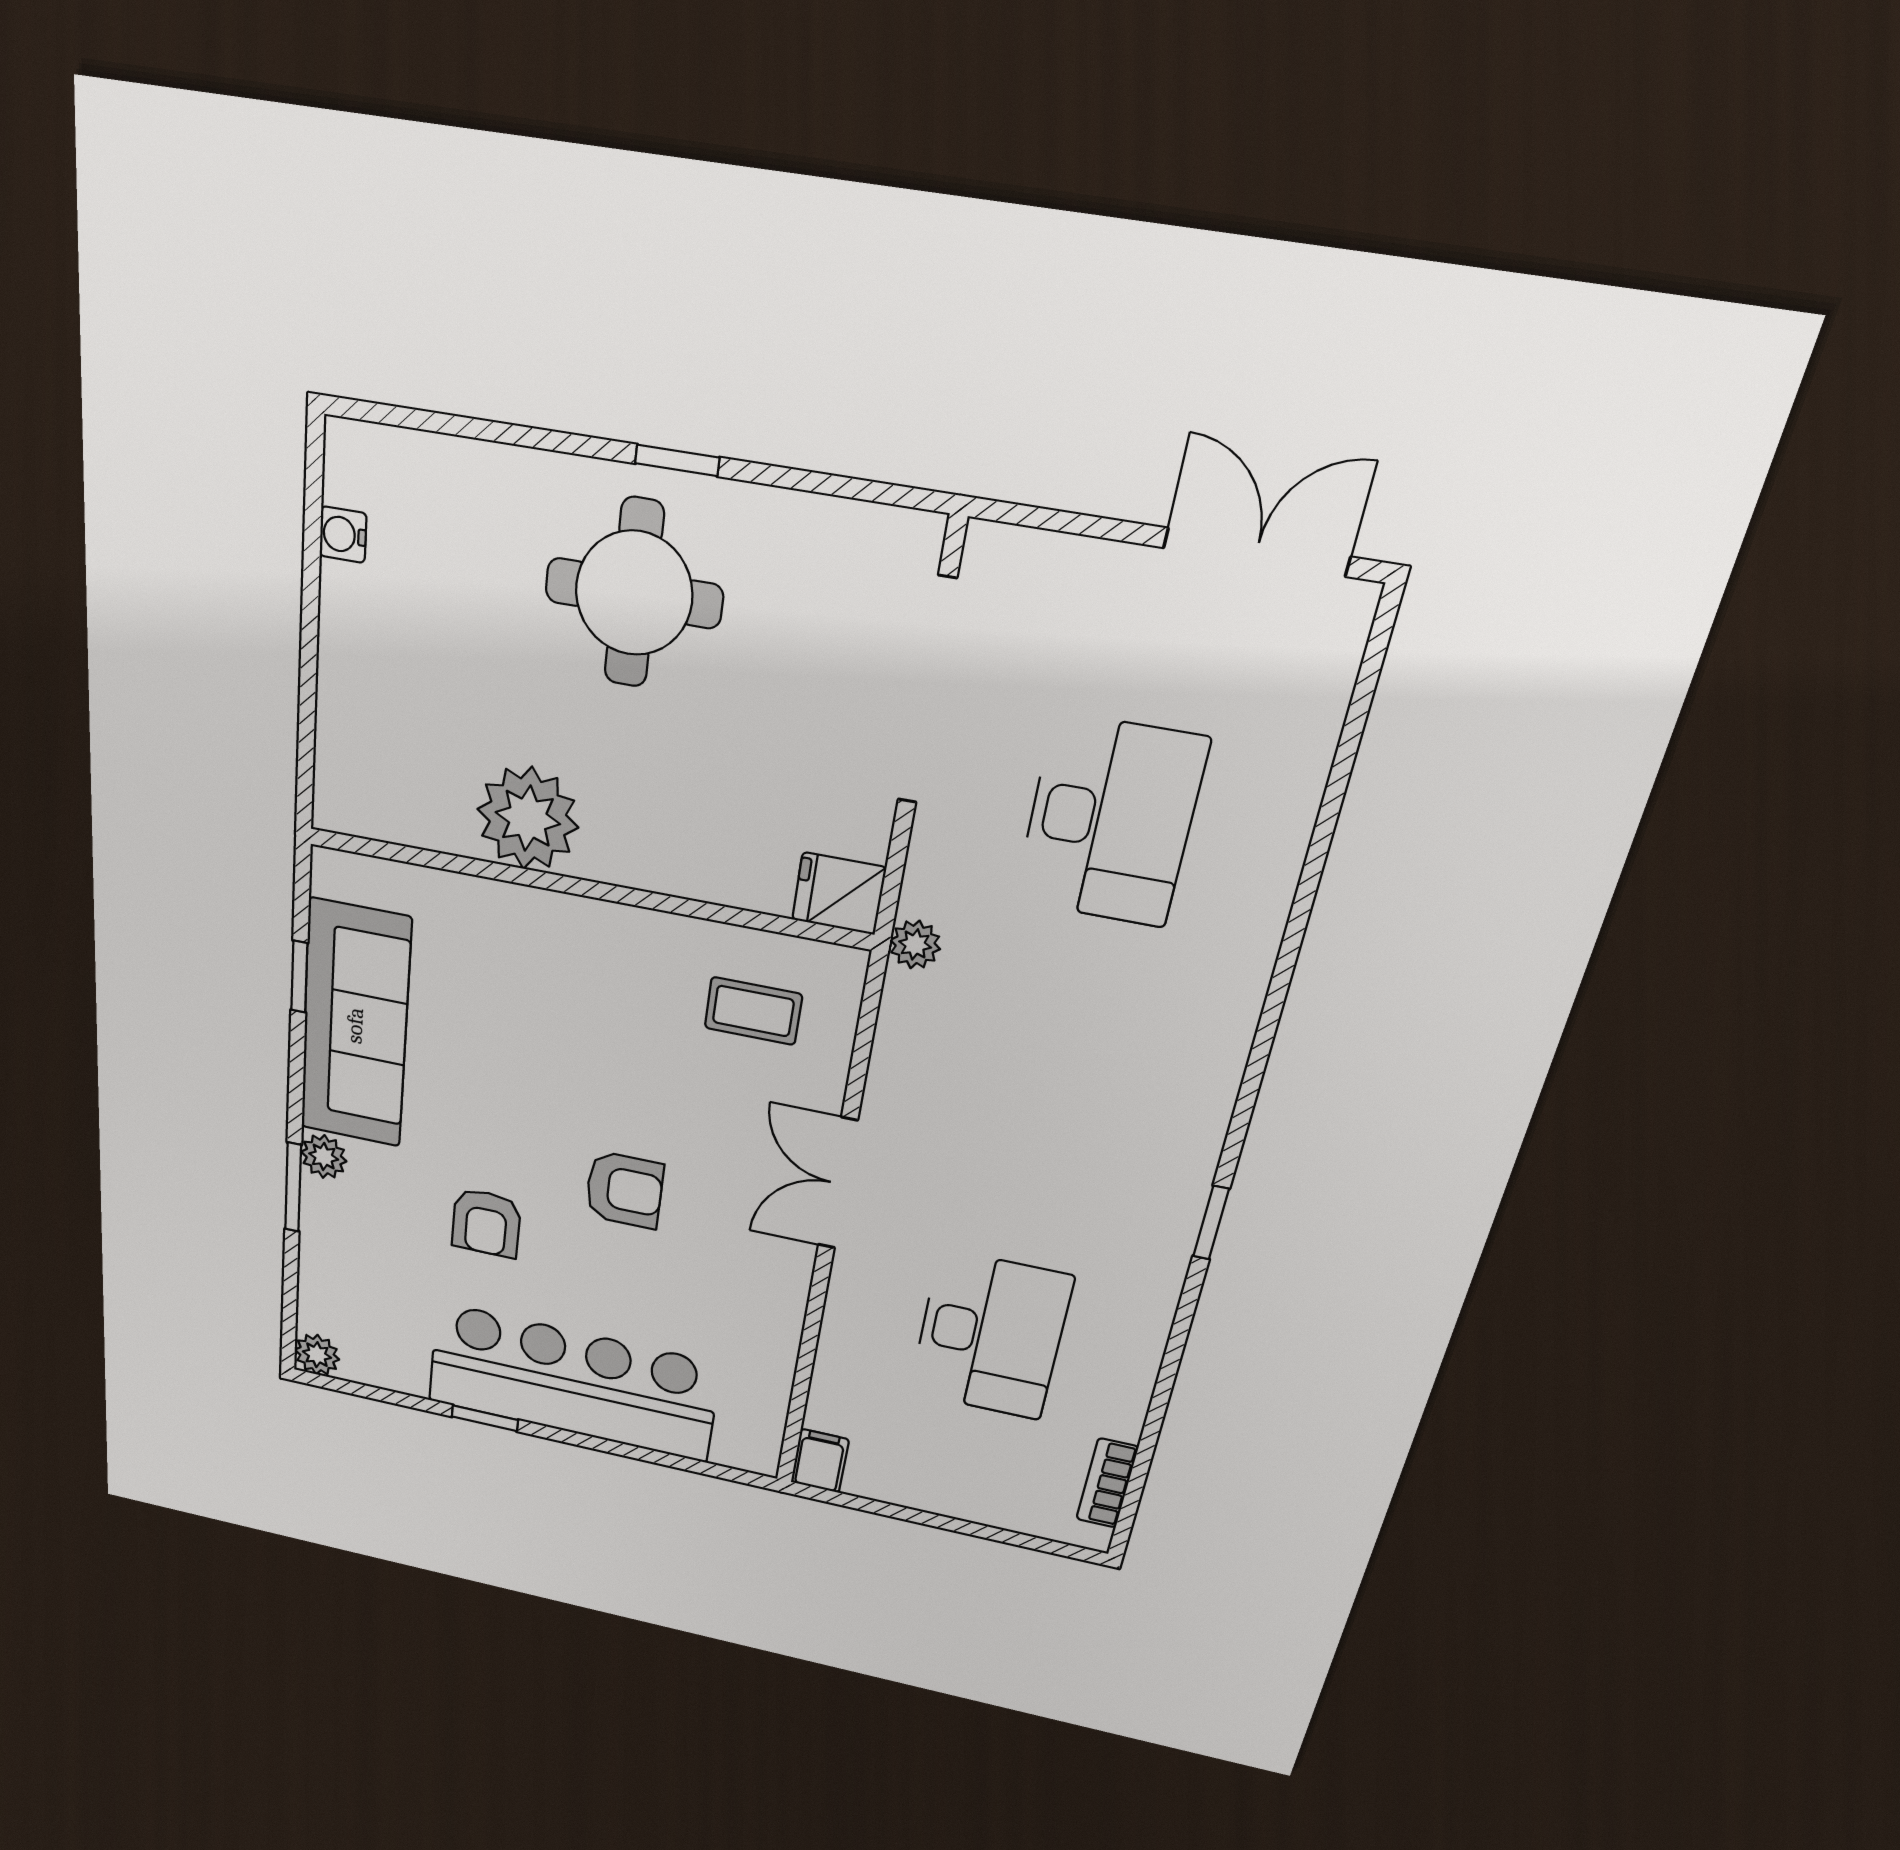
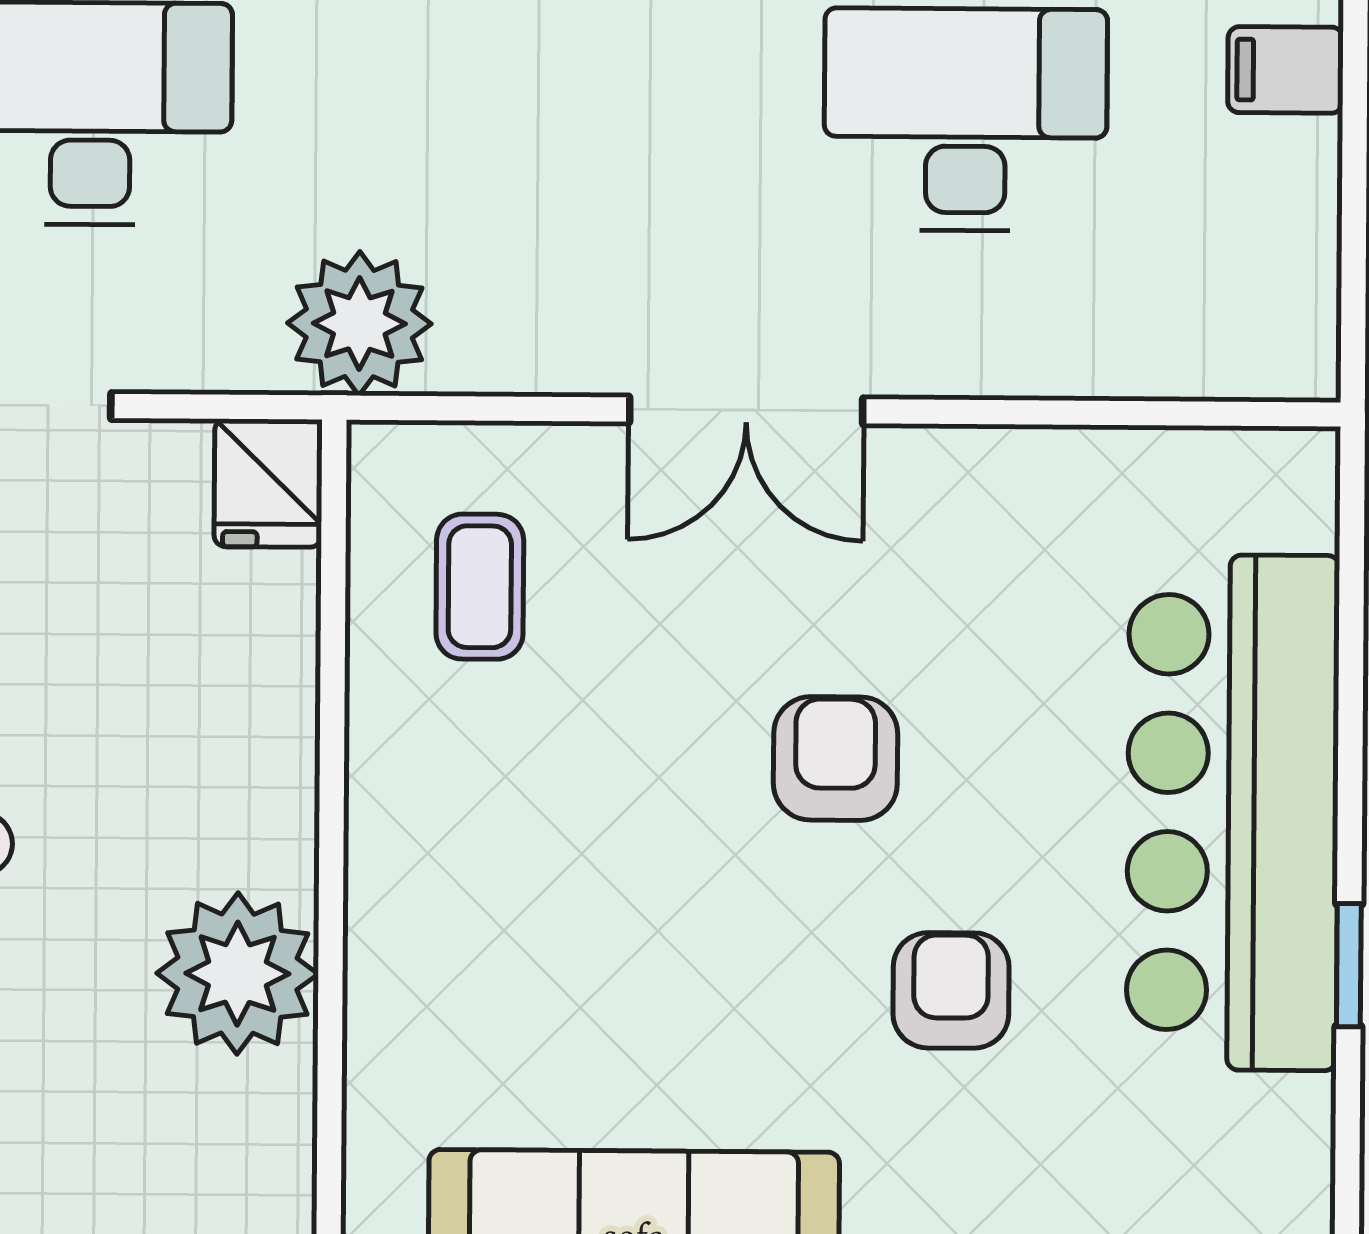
plant: (915, 944) -> (359, 323), width x1.88, depth x1.88
armchair: (486, 1223) -> (951, 990), turned -90
filing cabinet: (820, 1461) -> (1285, 70), moved

